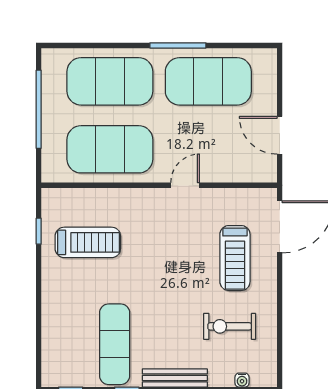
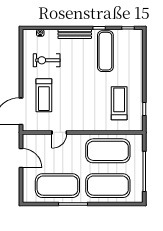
door: (185, 185) -> (59, 132), moved
treadmill: (88, 242) -> (119, 103), turned 90
treadmill: (235, 258) -> (44, 95), turned 180
exercise bike: (230, 326) -> (47, 60), turned 180

